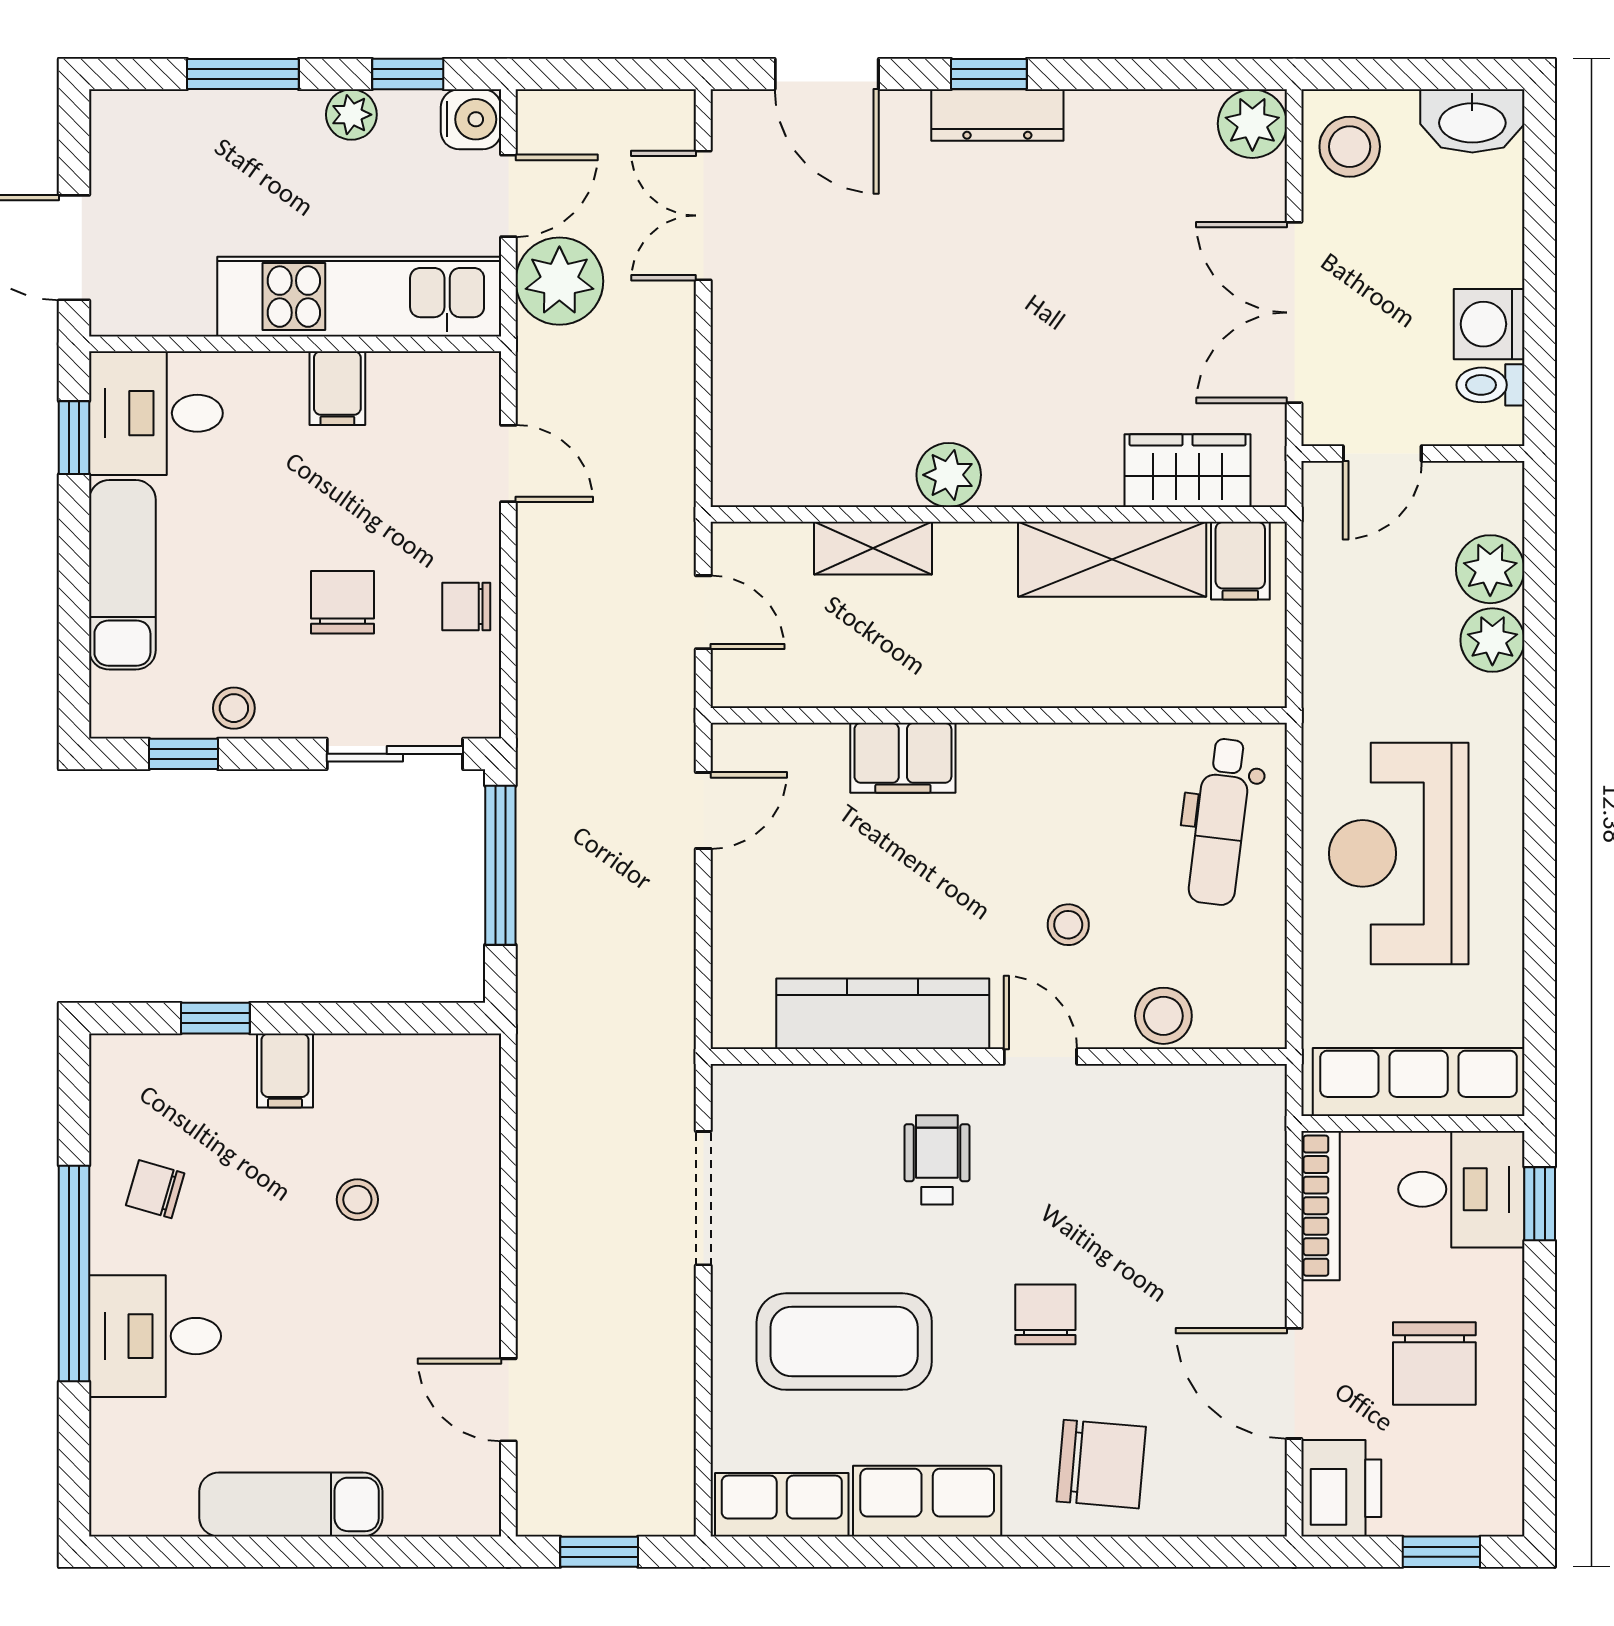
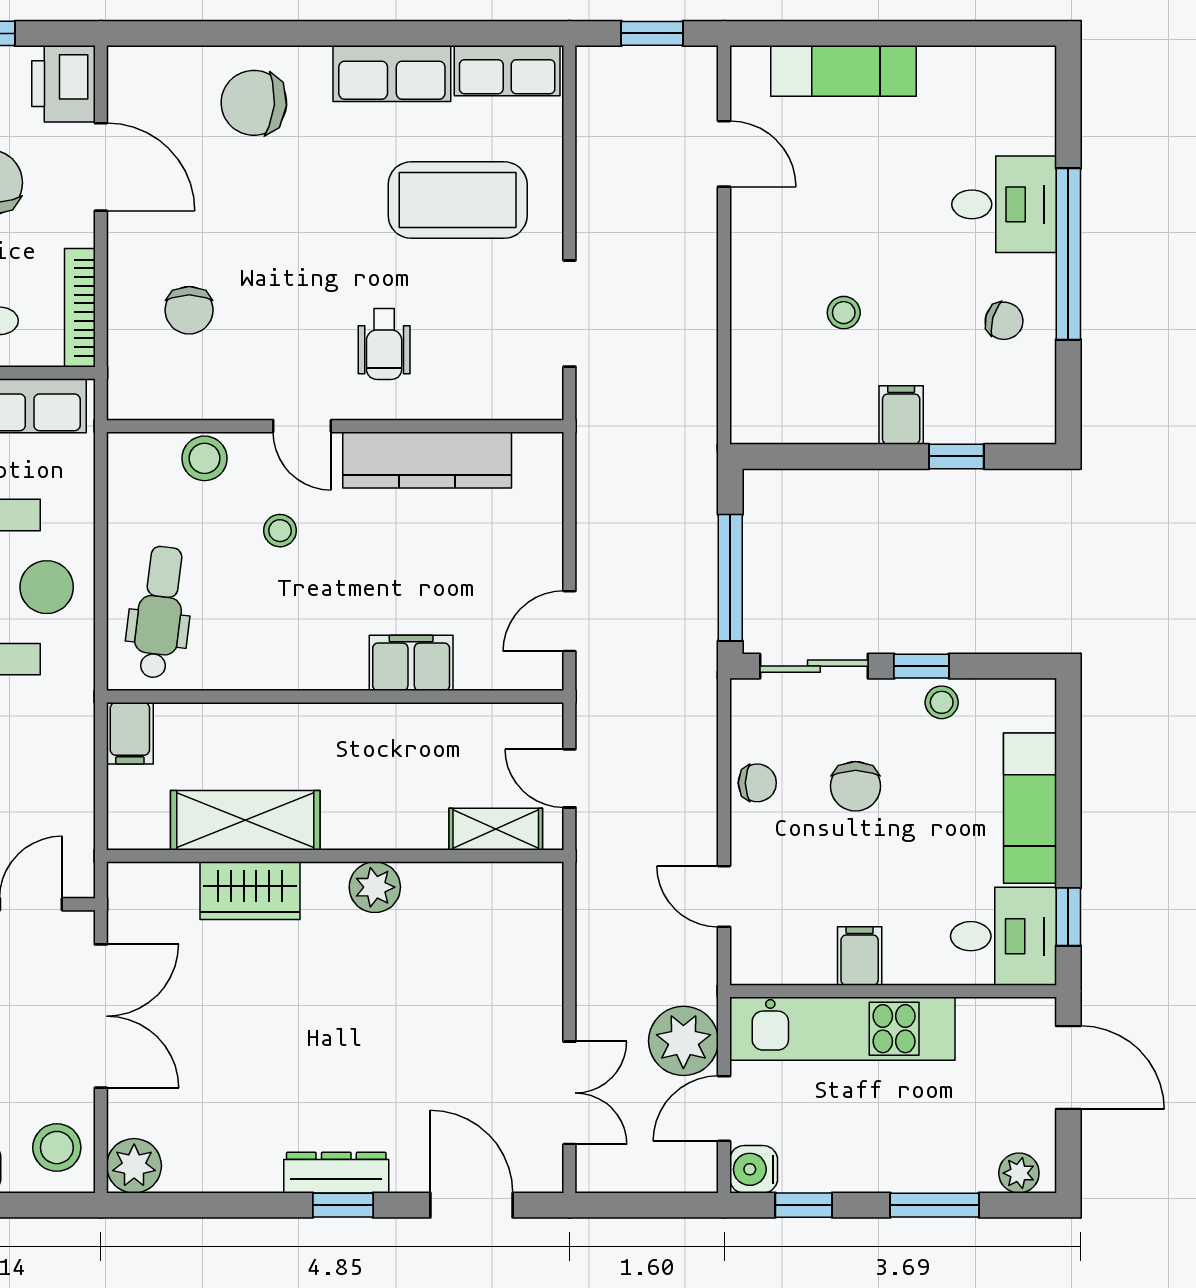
plant: (351, 115) -> (1019, 1173), moved
wardrobe: (1188, 471) -> (250, 891), moved
shelving: (873, 548) -> (496, 829), moved
filing cabinet: (1240, 561) -> (130, 733), moved, turned 180
window: (184, 754) -> (921, 666), moved
chair: (1045, 1314) -> (189, 310), moved
exam couch: (291, 1504) -> (843, 71), moved

